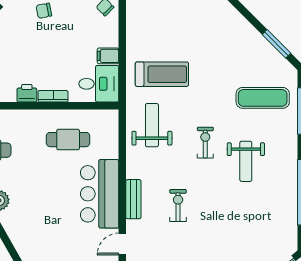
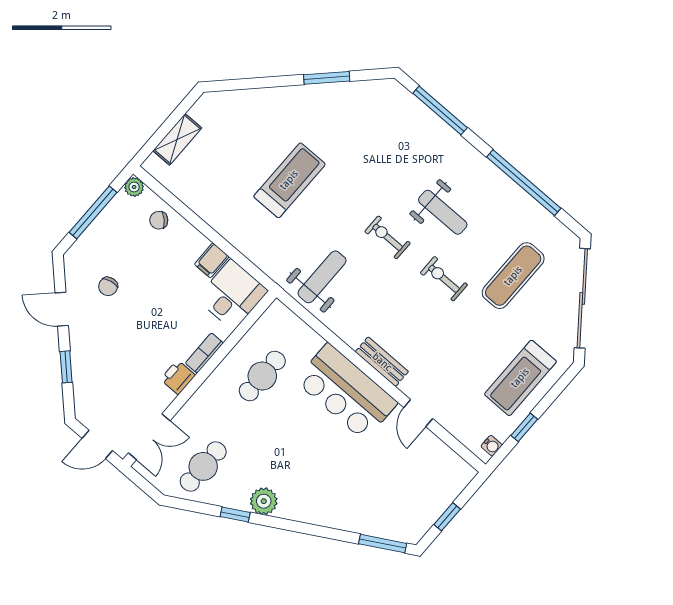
window: (276, 44) -> (327, 78), moved
treadmill: (162, 74) -> (289, 180), moved
exercise mat: (263, 98) -> (513, 276), moved
weight bench: (152, 125) -> (322, 277), turned 90
exercise bike: (178, 205) -> (444, 279), moved

